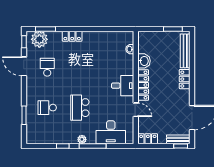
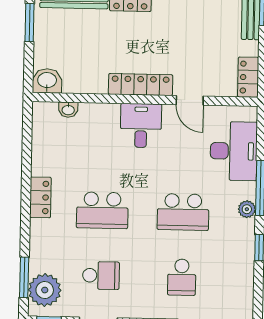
locker: (72, 36) -> (40, 197), moved
washbasin: (144, 61) -> (47, 81), moved
school desk: (47, 67) -> (101, 275), turned 180
school desk: (80, 67) -> (102, 210), added
door: (136, 110) -> (190, 100), swing flipped

